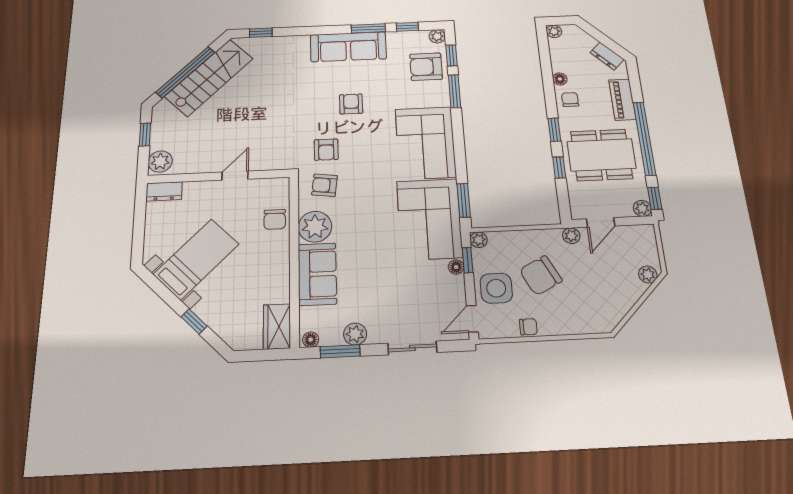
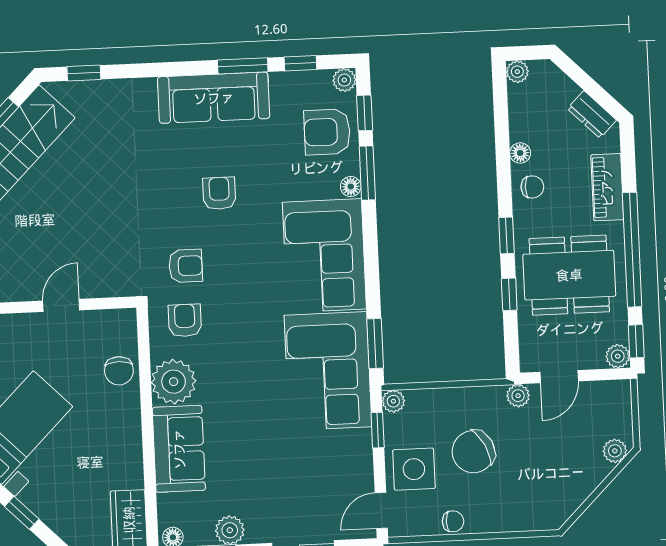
chair: (570, 100) -> (532, 187), turned 90
armchair: (326, 150) -> (186, 266), turned -90
armchair: (325, 185) -> (185, 320), turned 83
floor lamp: (456, 267) -> (351, 187), moved

